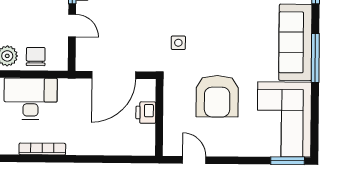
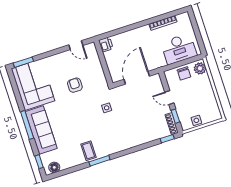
armchair: (217, 96) -> (75, 85), width x0.53, depth x0.53
printer: (146, 113) -> (106, 44), moved

